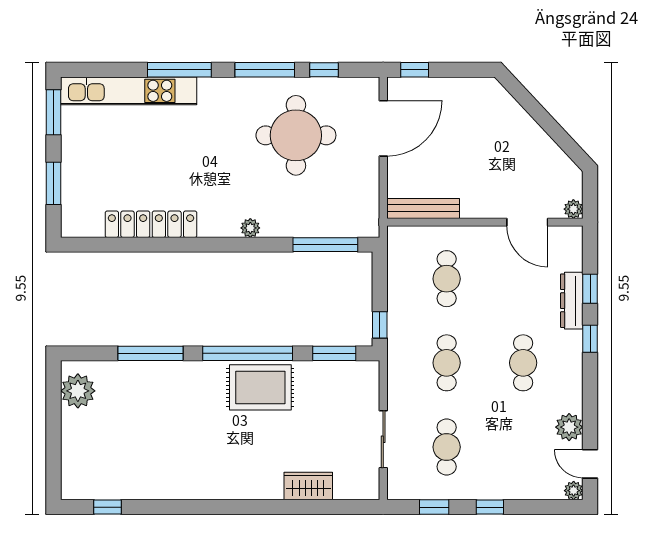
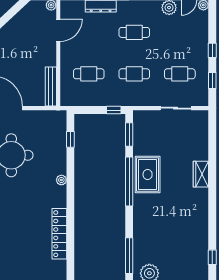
window: (325, 245) -> (70, 139), width x0.46
window: (151, 353) -> (129, 256), moved
wardrobe: (308, 486) -> (201, 174), moved

